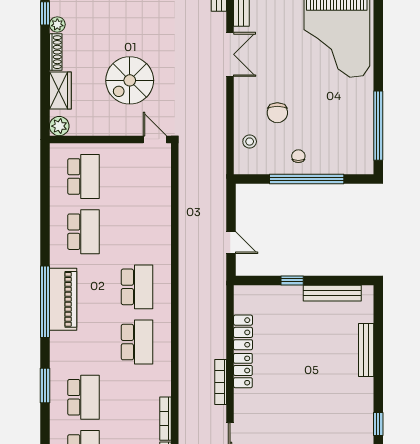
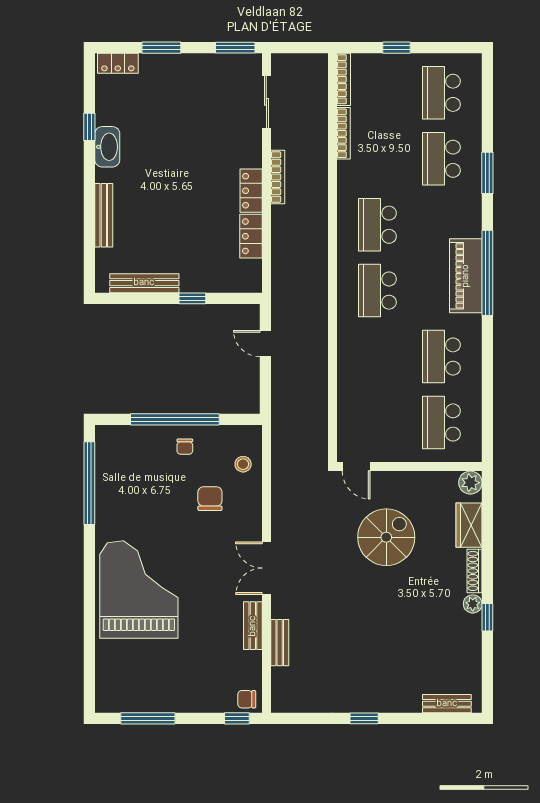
washbasin: (363, 407) -> (107, 147), added

